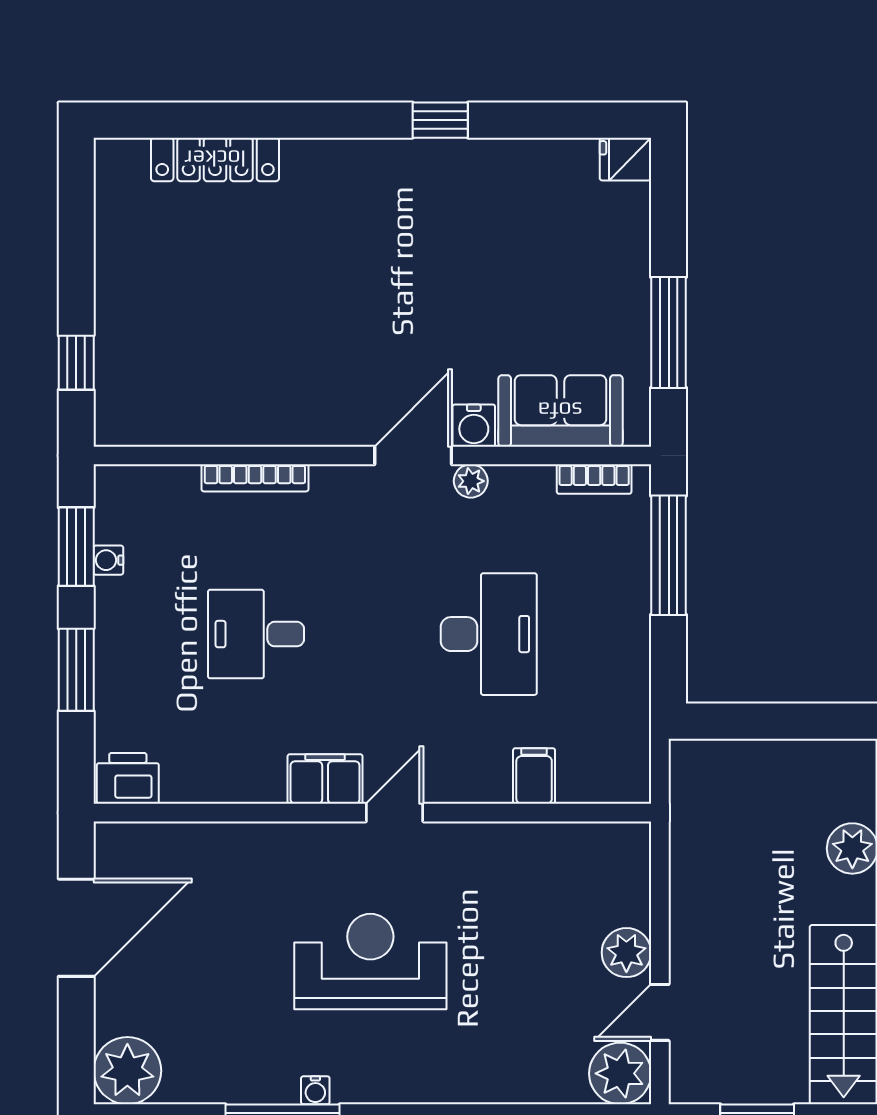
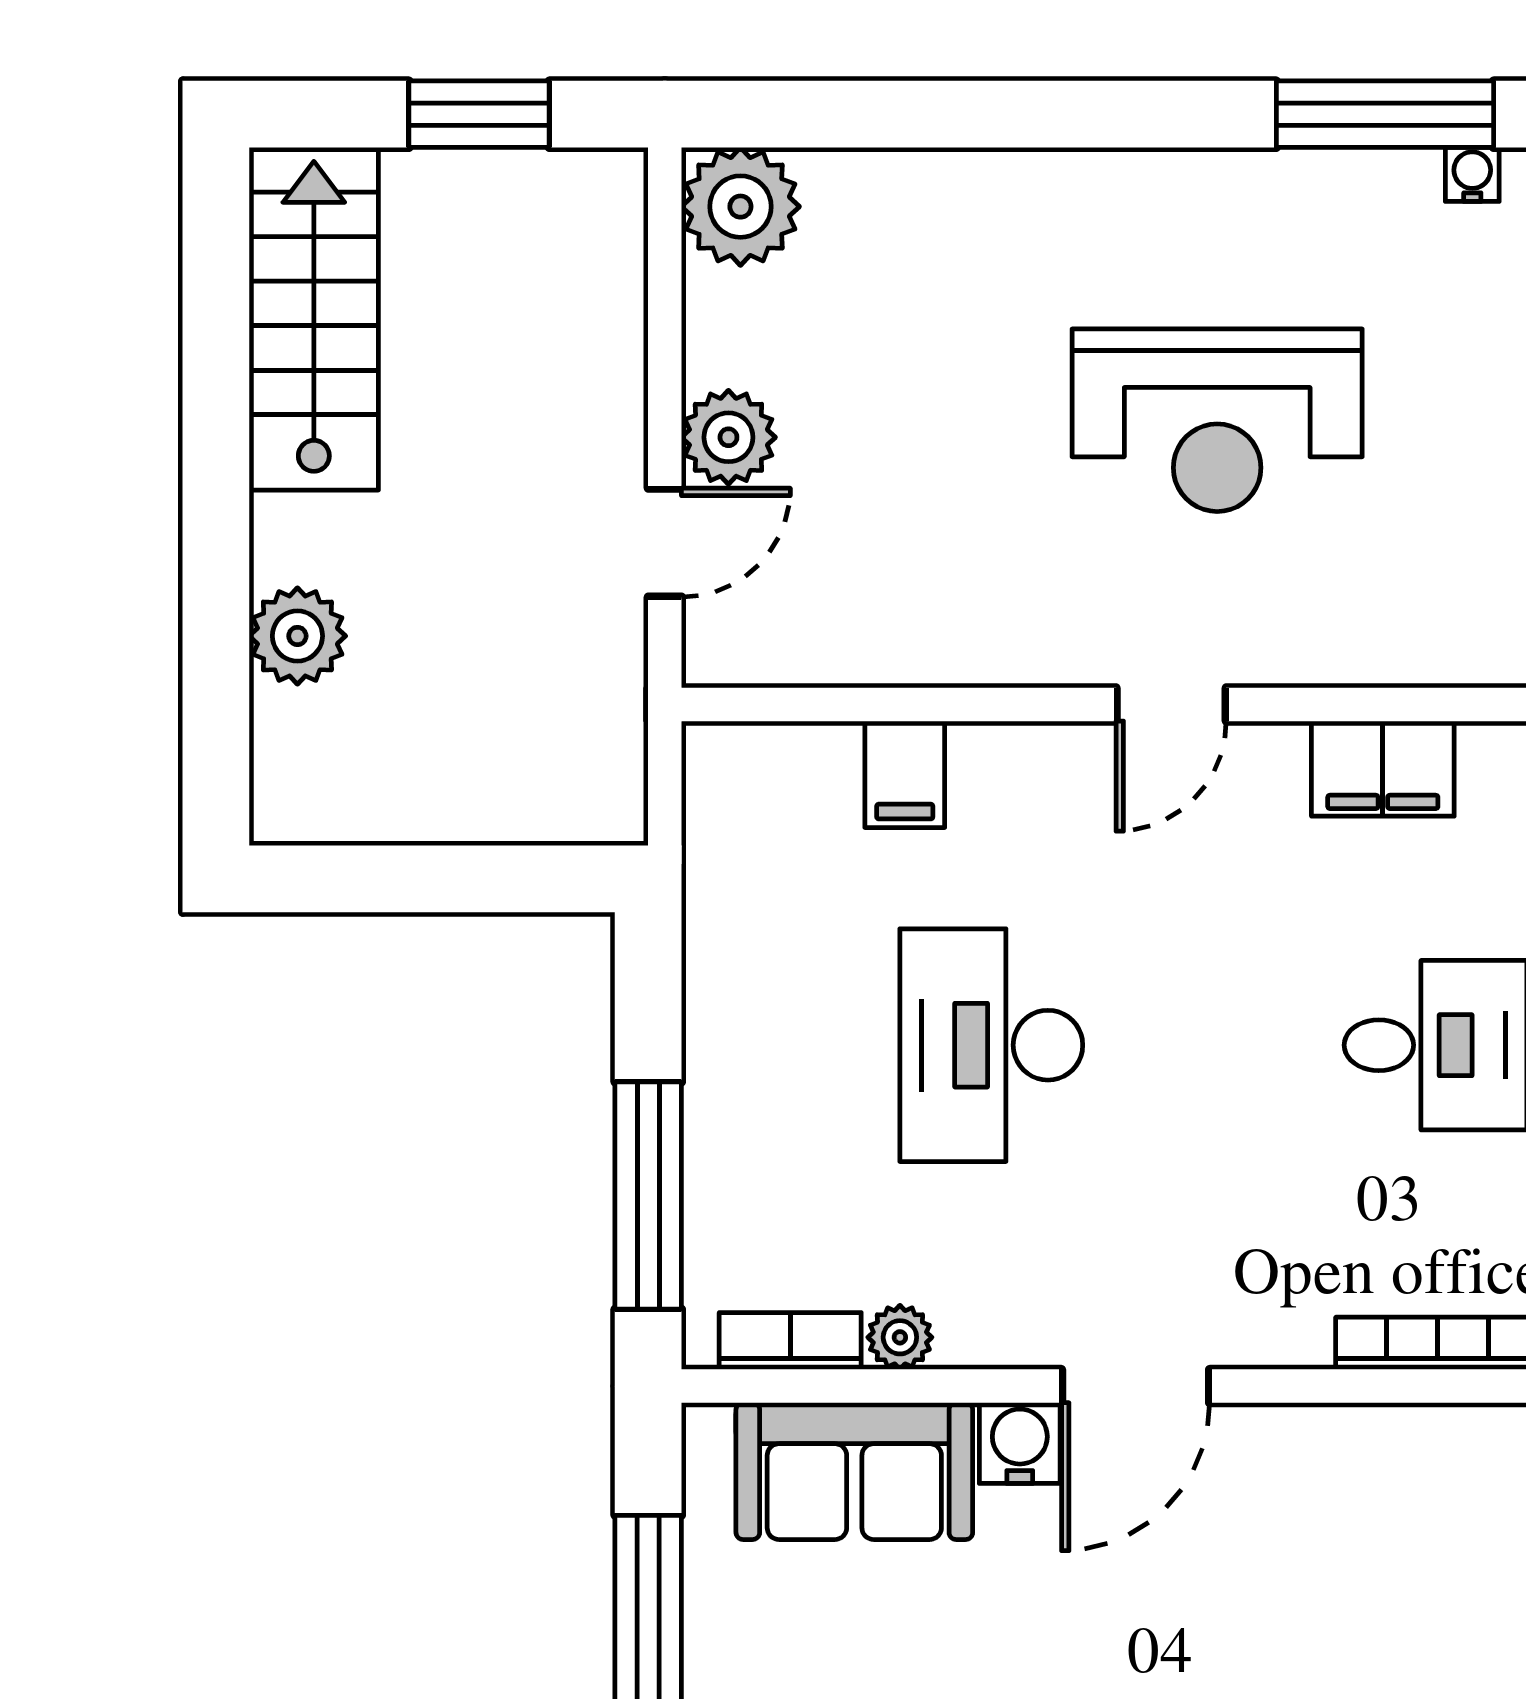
plant: (471, 481) -> (900, 1337), moved
filing cabinet: (325, 779) -> (1383, 769), moved
door: (660, 1012) -> (665, 543), moved
water cooler: (315, 1090) -> (1472, 174), moved

